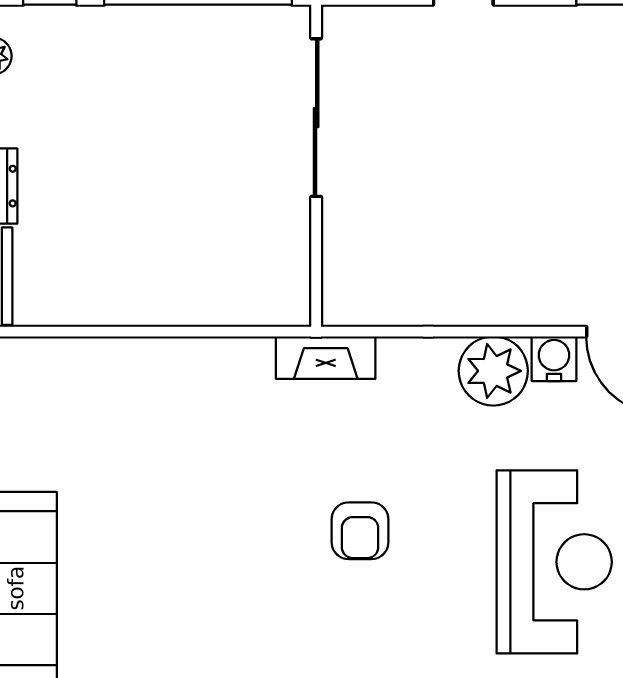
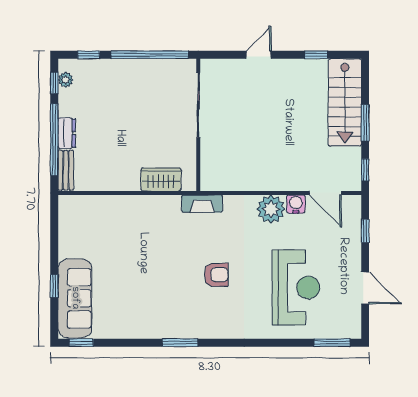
wardrobe: (226, 299) -> (161, 180), added
armchair: (360, 531) -> (216, 275), turned -90

